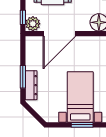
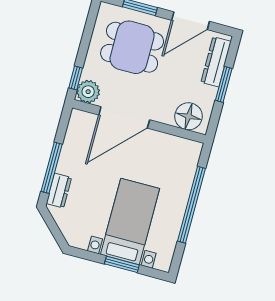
window: (23, 77) -> (52, 168), width x1.44
dresser: (31, 85) -> (59, 191), width x0.70

